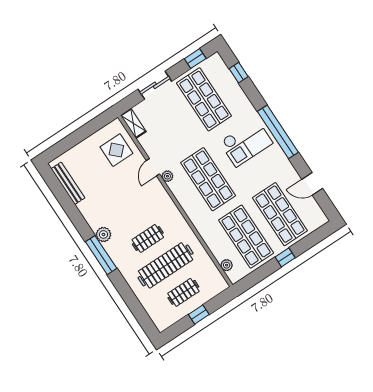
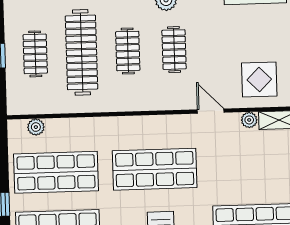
plant: (167, 176) -> (249, 120), moved
clothes rail: (130, 212) -> (174, 50), added

